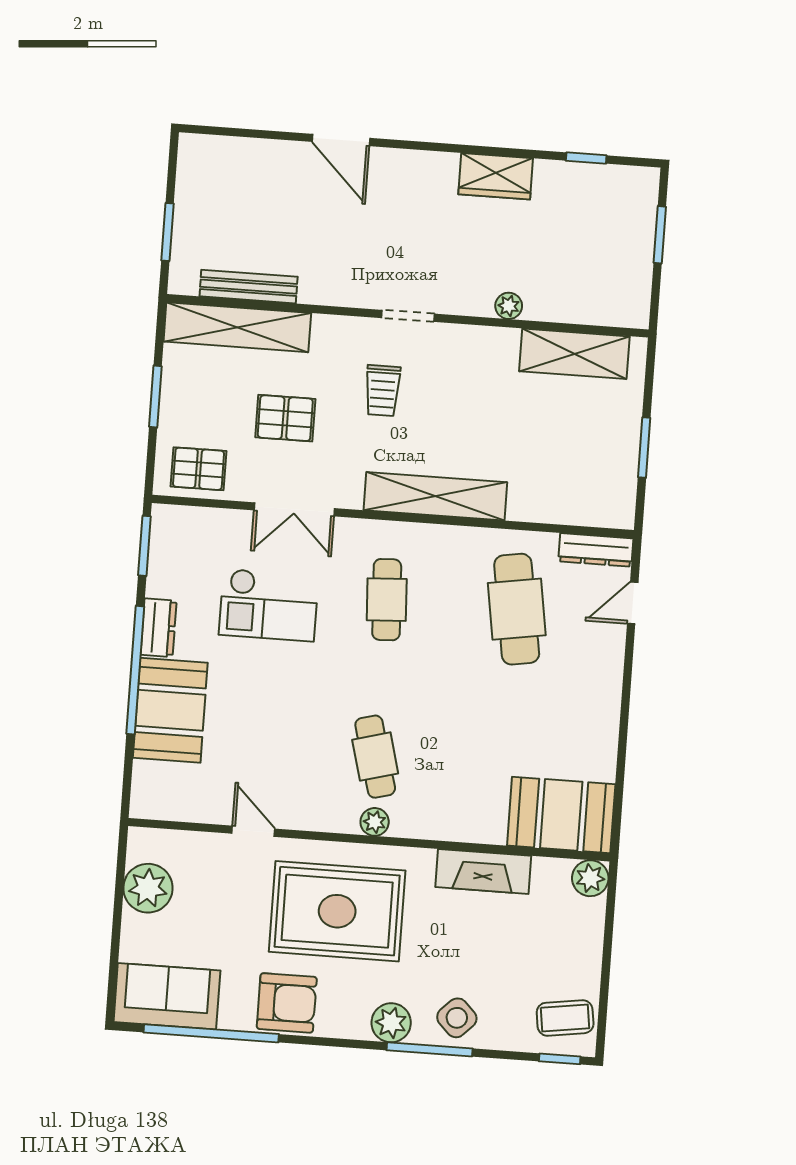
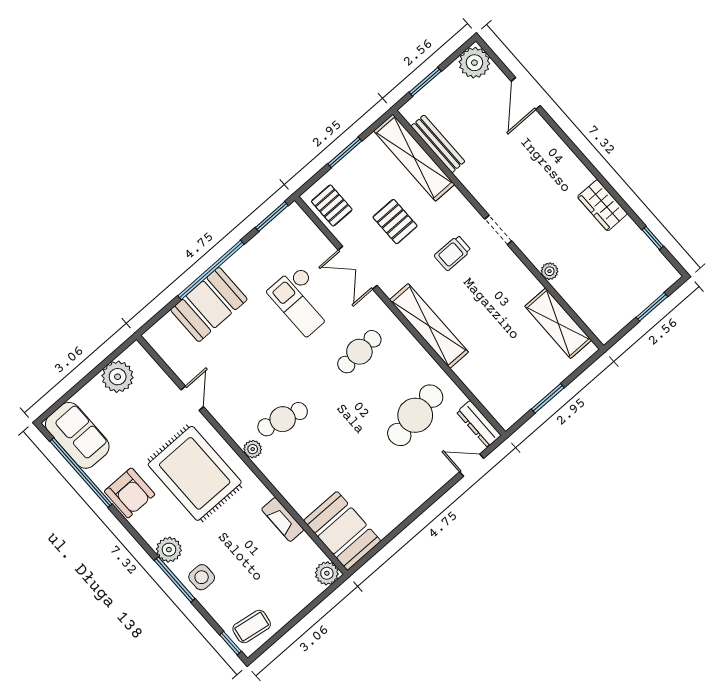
door: (341, 140) -> (526, 93), moved
plant: (201, 158) -> (474, 63), added
dresser: (159, 628) -> (241, 261), removed
cafe table: (375, 757) -> (283, 419), turned 30
fireplace: (483, 871) -> (283, 519), width x0.73, depth x0.76
side table: (457, 1018) -> (202, 577), turned 45
coffee table: (565, 1018) -> (252, 627), turned -73

